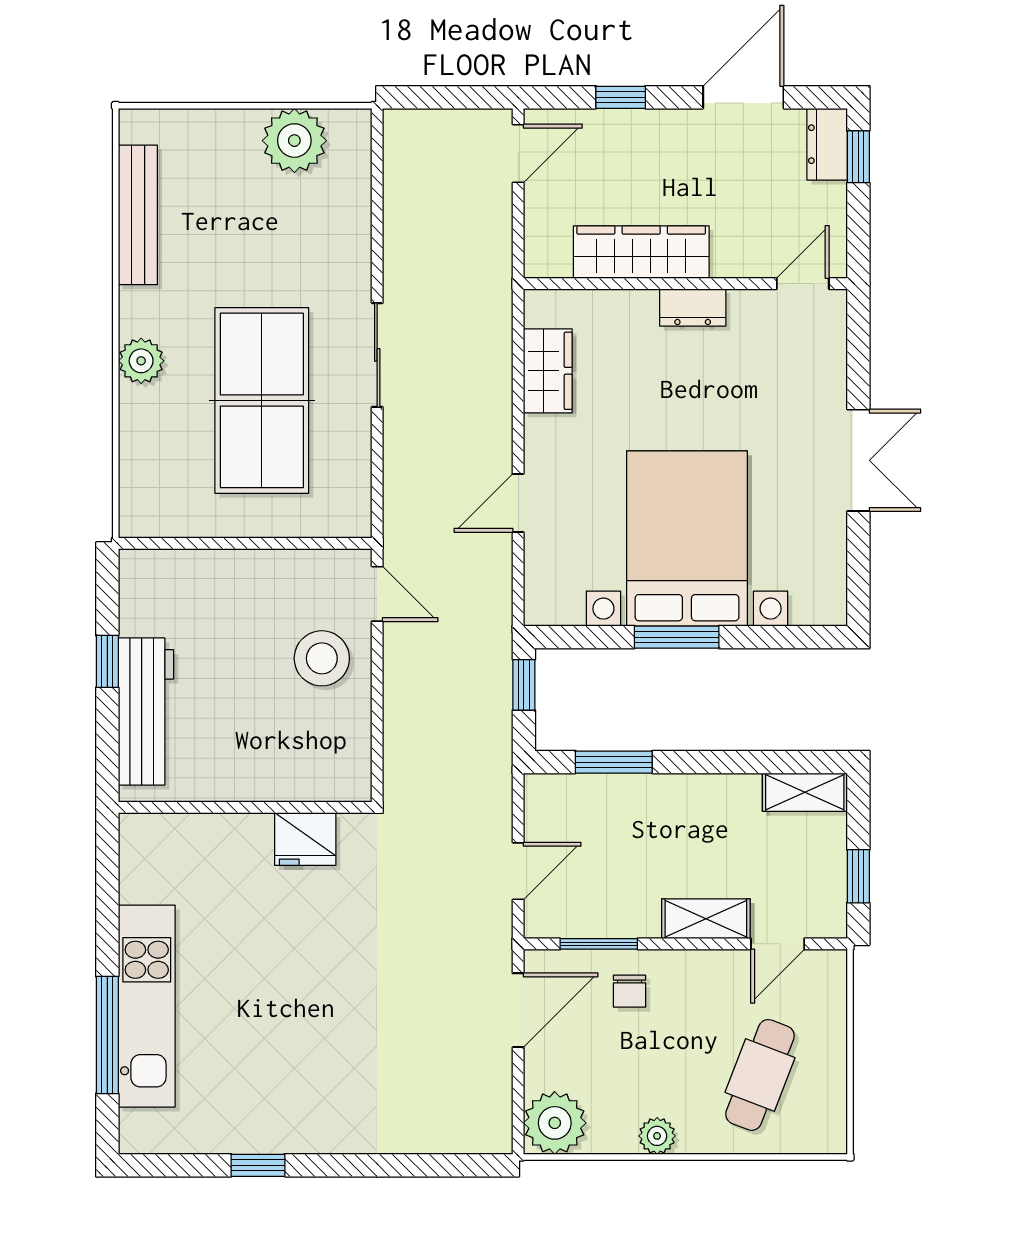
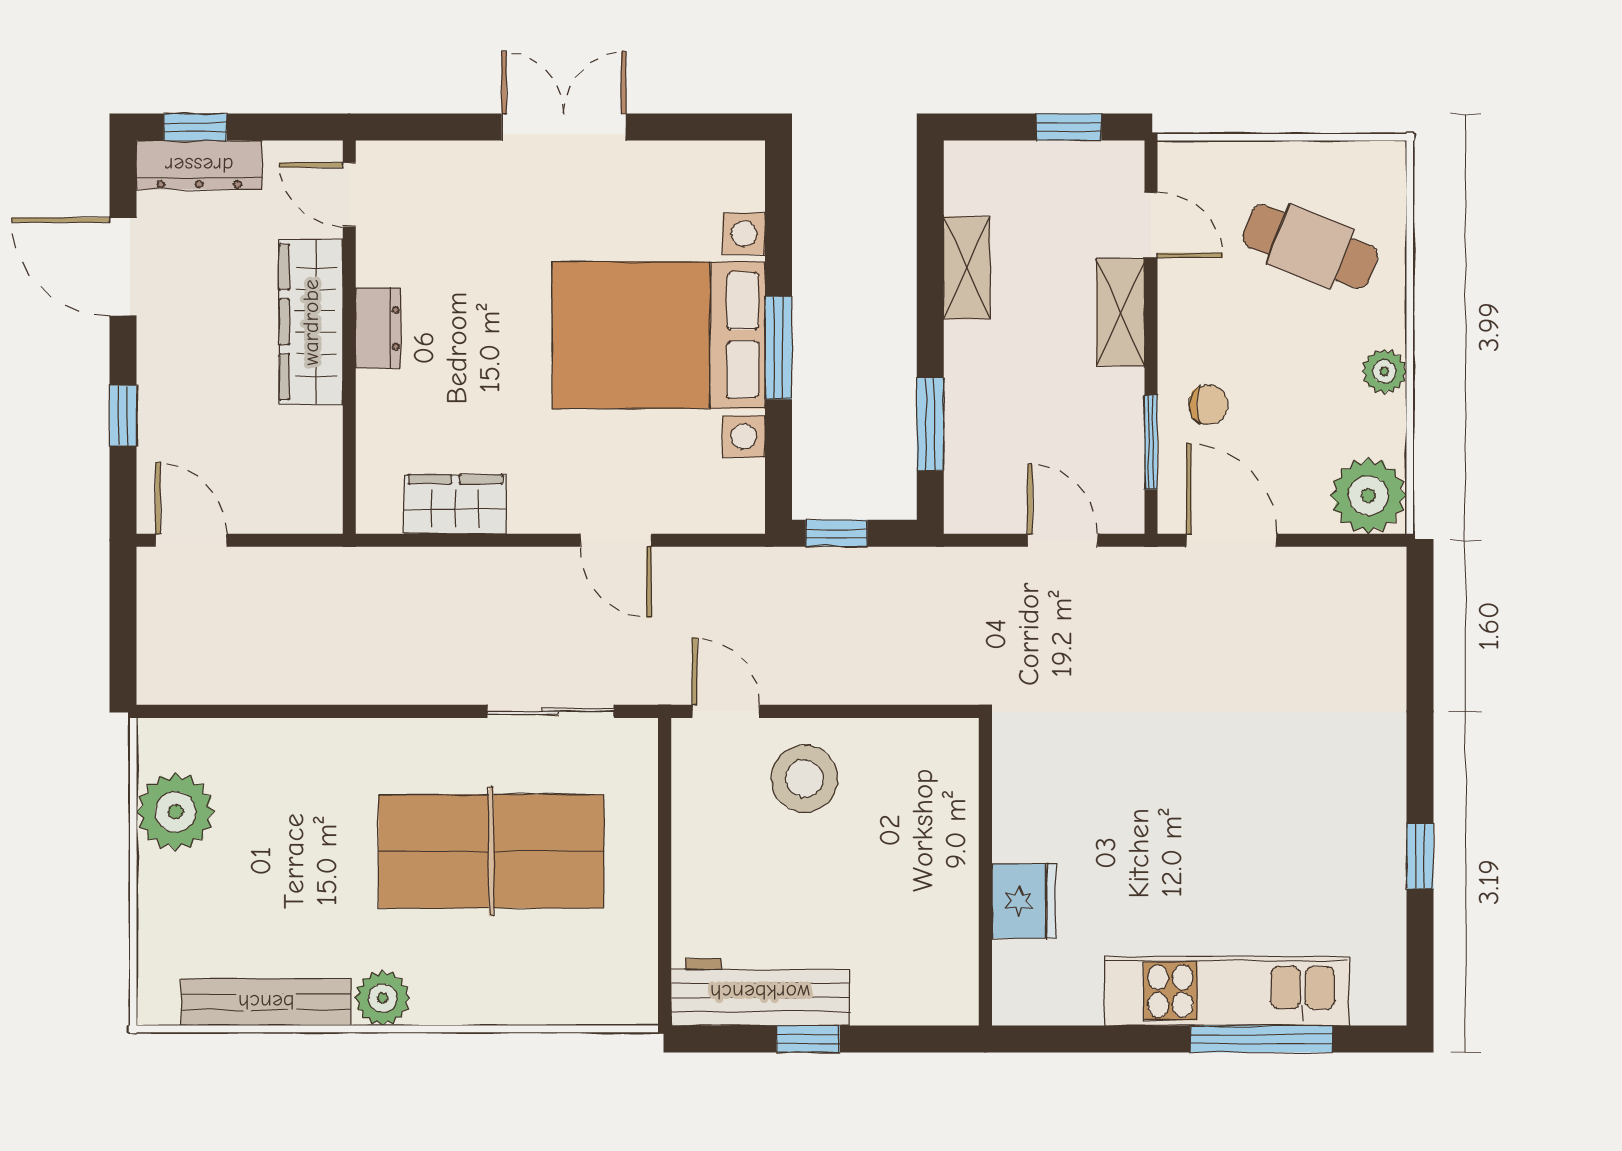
dresser: (827, 144) -> (199, 165), width x1.44
wardrobe: (641, 252) -> (311, 322), moved
sliding door: (377, 355) -> (551, 711), moved
plant: (141, 361) -> (383, 998), moved
door: (377, 594) -> (726, 711), hinge flipped
workbench: (146, 711) -> (760, 992), moved
shelving: (805, 792) -> (967, 268), moved
fridge: (305, 839) -> (1024, 901), moved

